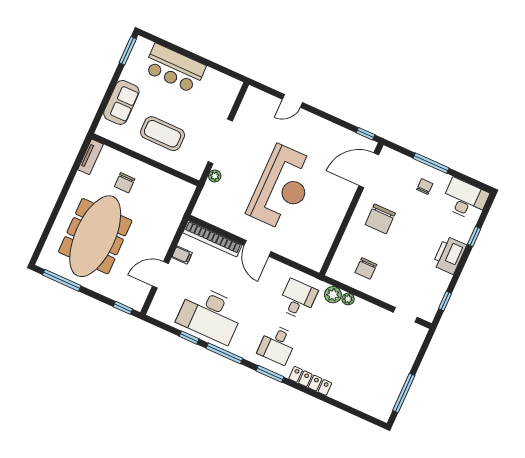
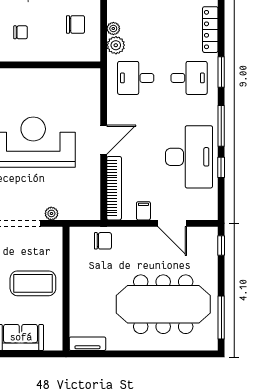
coffee table: (163, 134) -> (33, 283), turned 90
chair: (125, 183) -> (103, 241), moved
chair: (380, 219) -> (21, 32), width x0.54, depth x0.54

